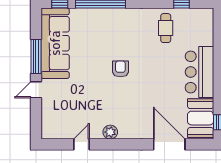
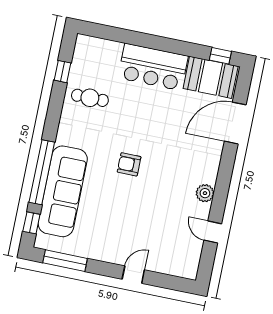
sofa: (55, 43) -> (63, 191), moved, turned 90
window: (36, 56) -> (65, 261), moved
door: (36, 90) -> (133, 275), swing flipped

